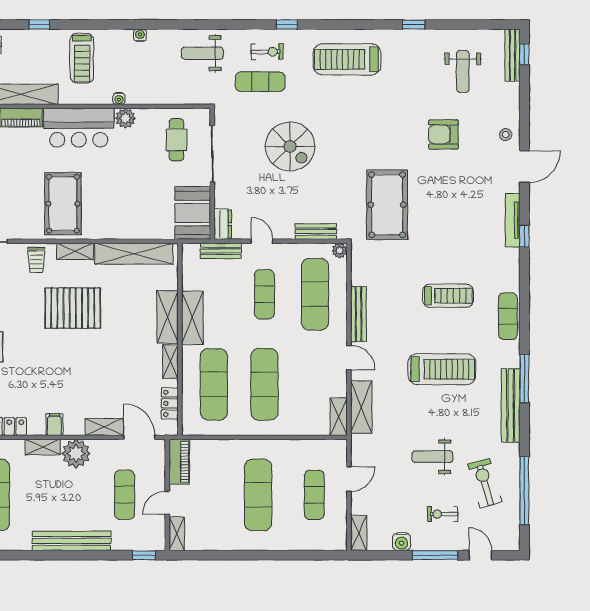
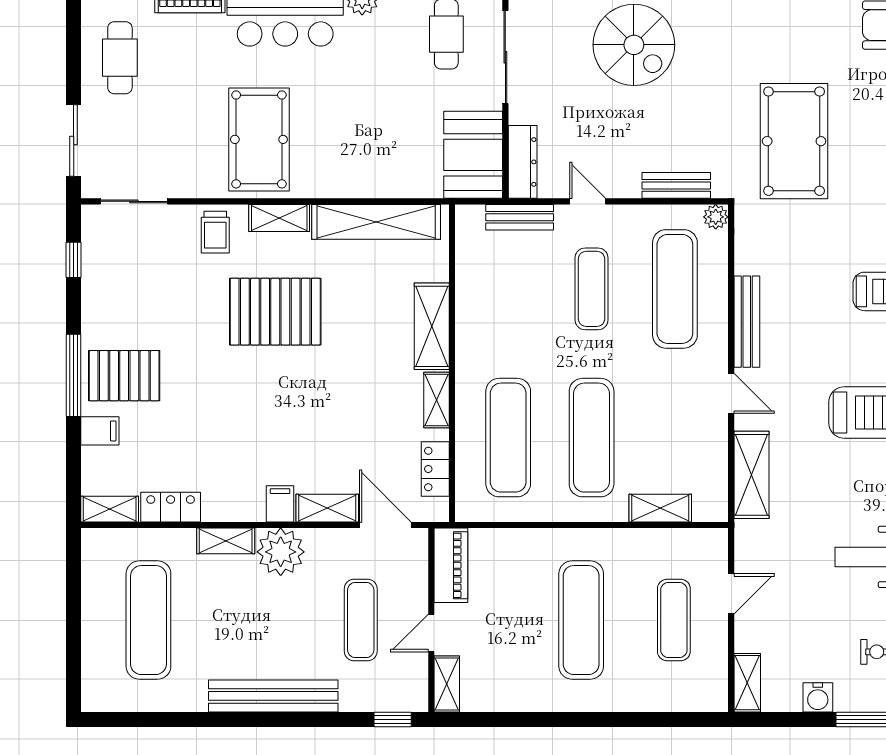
dresser: (223, 224) -> (523, 162), width x1.44
shelving: (192, 318) -> (473, 328), removed
shelving: (339, 417) -> (660, 508), moved, turned 90
filing cabinet: (54, 424) -> (280, 504), moved

